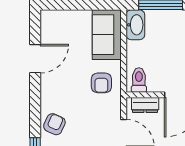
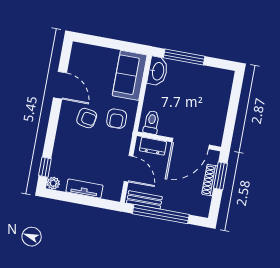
door: (35, 59) -> (60, 85), hinge flipped
armchair: (54, 124) -> (87, 118), moved, turned 76

